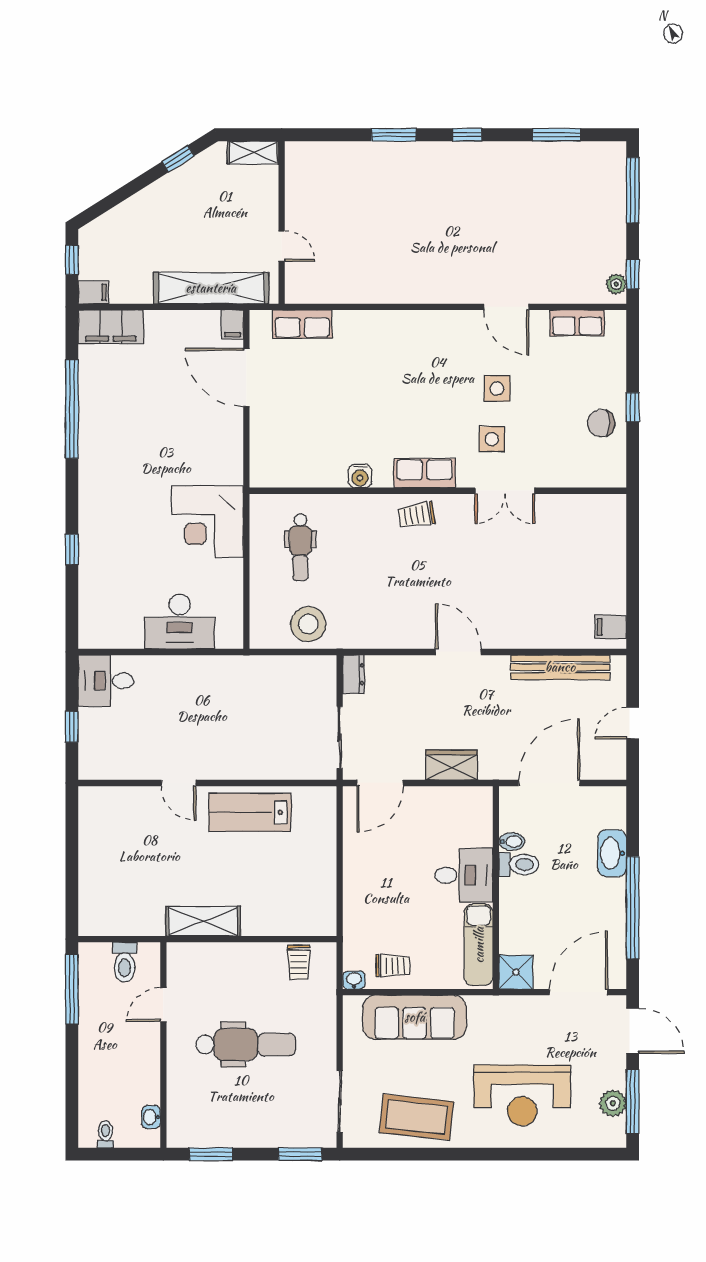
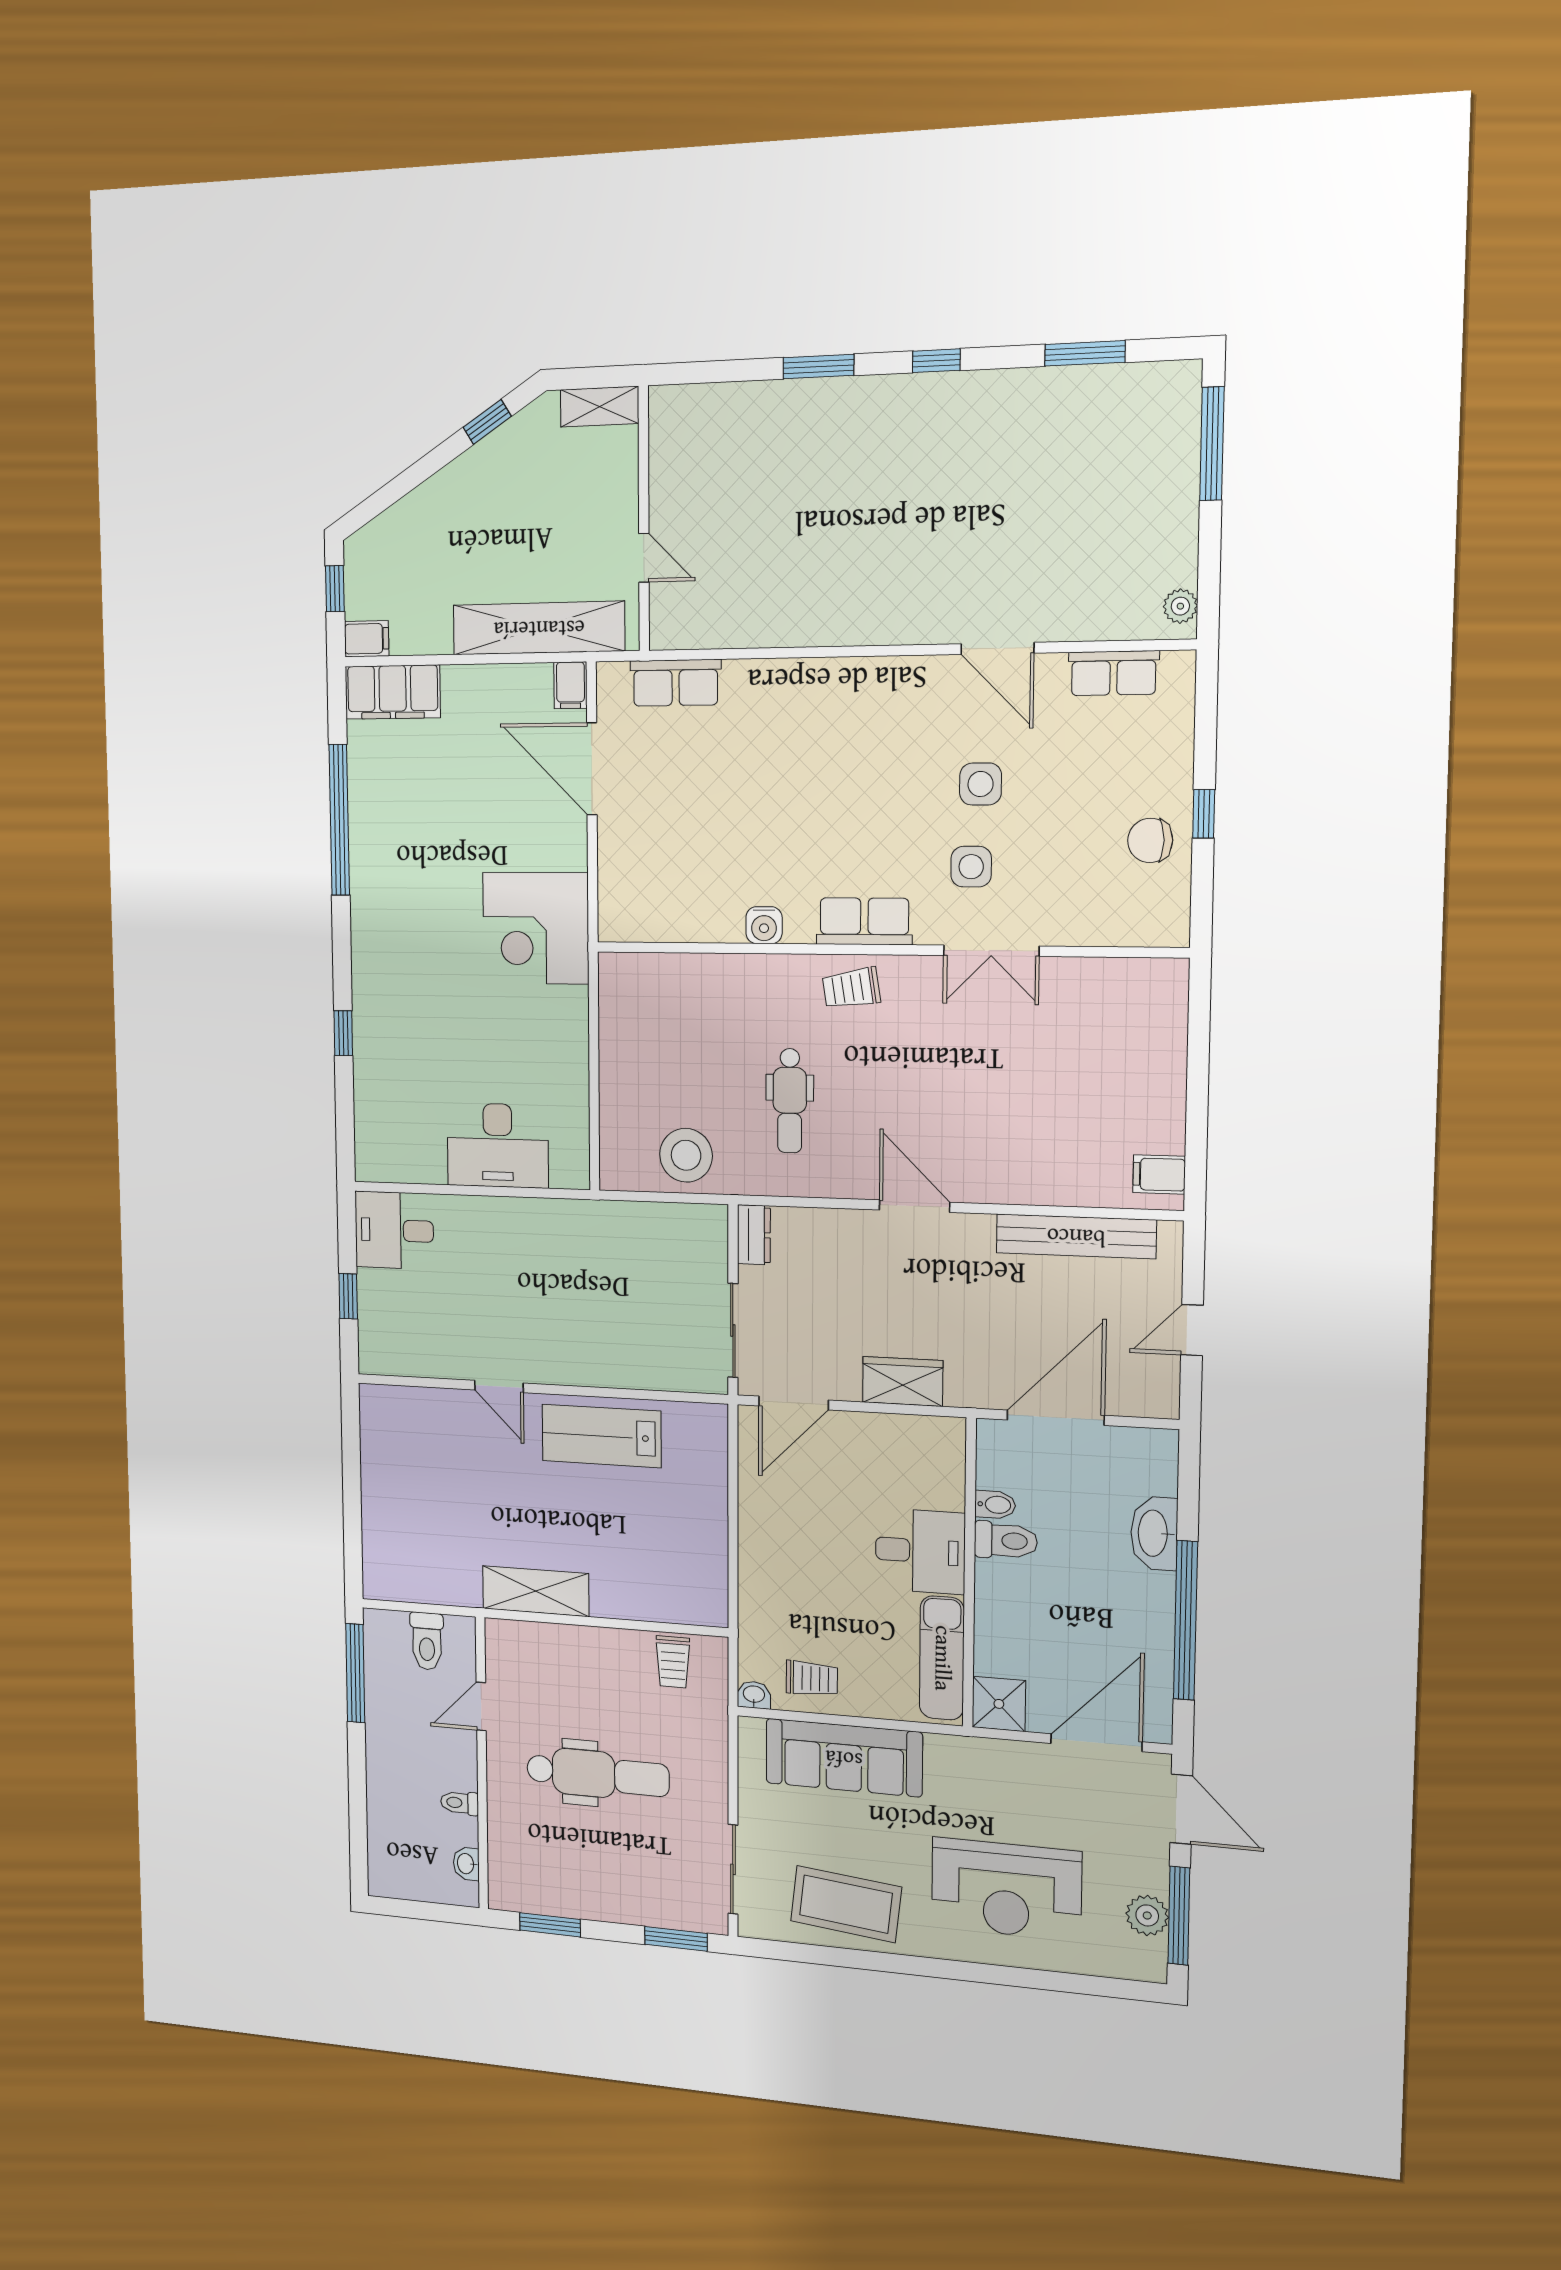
window: (633, 274) -> (1209, 588), removed
corner desk: (208, 522) -> (536, 928), moved
dental chair: (300, 547) -> (790, 1101), moved
toilet: (105, 1134) -> (460, 1803), moved, turned -90

